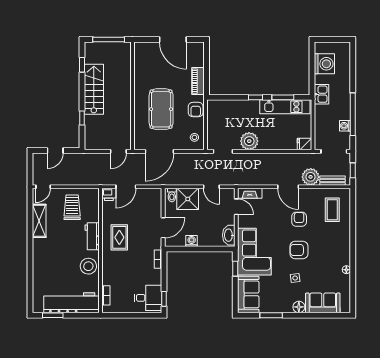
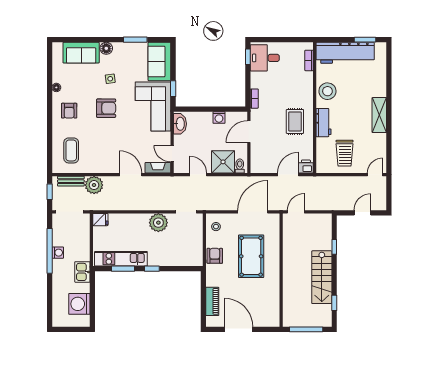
piano: (198, 81) -> (212, 301), moved
washing machine: (345, 126) -> (58, 253), moved
door: (288, 187) -> (131, 175), moved
armchair: (299, 219) -> (69, 111), moved
shelving: (39, 221) -> (379, 115), moved

